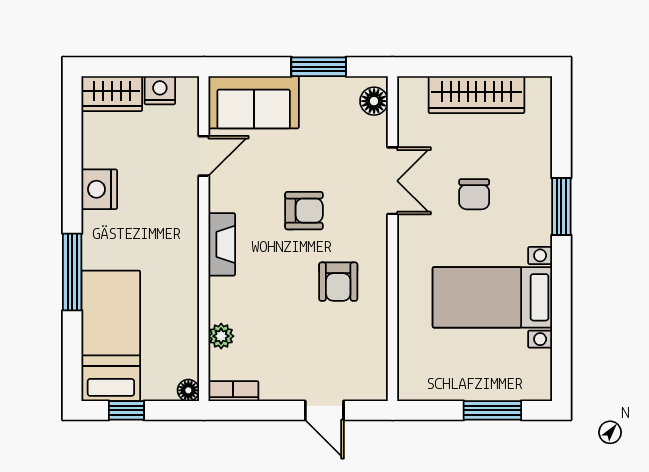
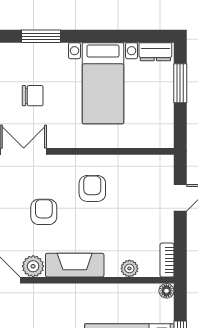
plant: (224, 195) -> (33, 266), added
fireplace: (222, 244) -> (75, 265), width x1.37, depth x1.32
armchair: (338, 282) -> (92, 188), turned -90
dresser: (539, 374) -> (155, 52), added

